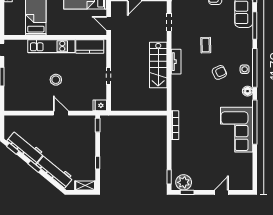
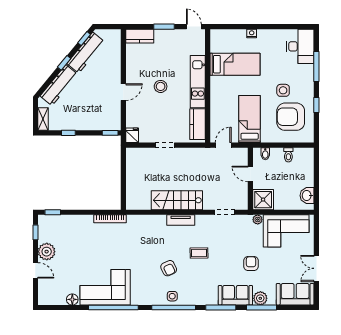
floor lamp: (248, 91) -> (72, 299), moved
kitchen counter: (10, 98) -> (140, 36), added
plant: (184, 182) -> (47, 252), moved

